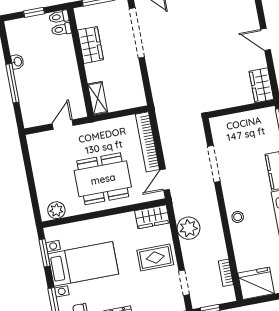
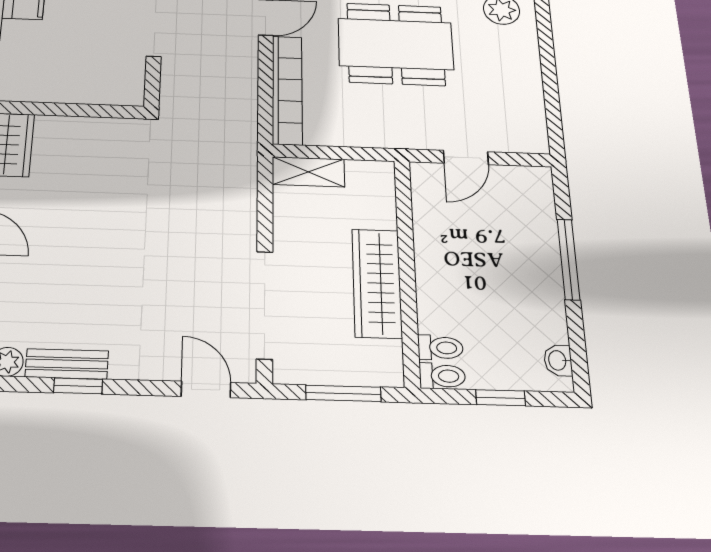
wardrobe: (90, 45) -> (377, 283), width x1.50
washbasin: (17, 62) -> (558, 360), moved
shelving: (98, 98) -> (308, 172), moved, turned 90

